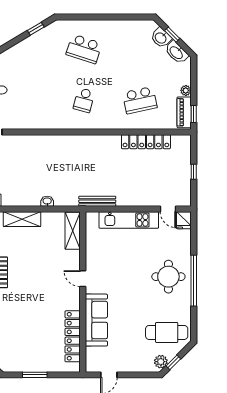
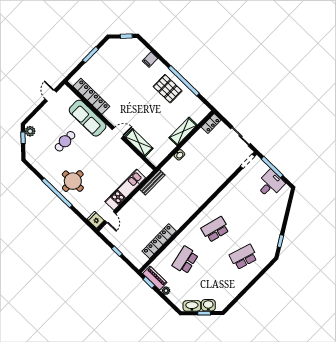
school desk: (84, 100) -> (215, 229), width x1.85
door: (168, 209) -> (110, 217), swing flipped
shelving: (73, 231) -> (139, 142), moved
cafe table: (167, 332) -> (65, 141), moved, width x0.73, depth x0.74

